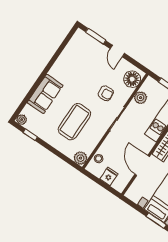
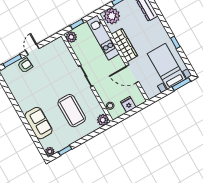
door: (117, 51) -> (32, 49), swing flipped
floor lamp: (132, 79) -> (60, 49), removed
armchair: (106, 93) -> (25, 65), moved
plant: (141, 98) -> (71, 37), moved

